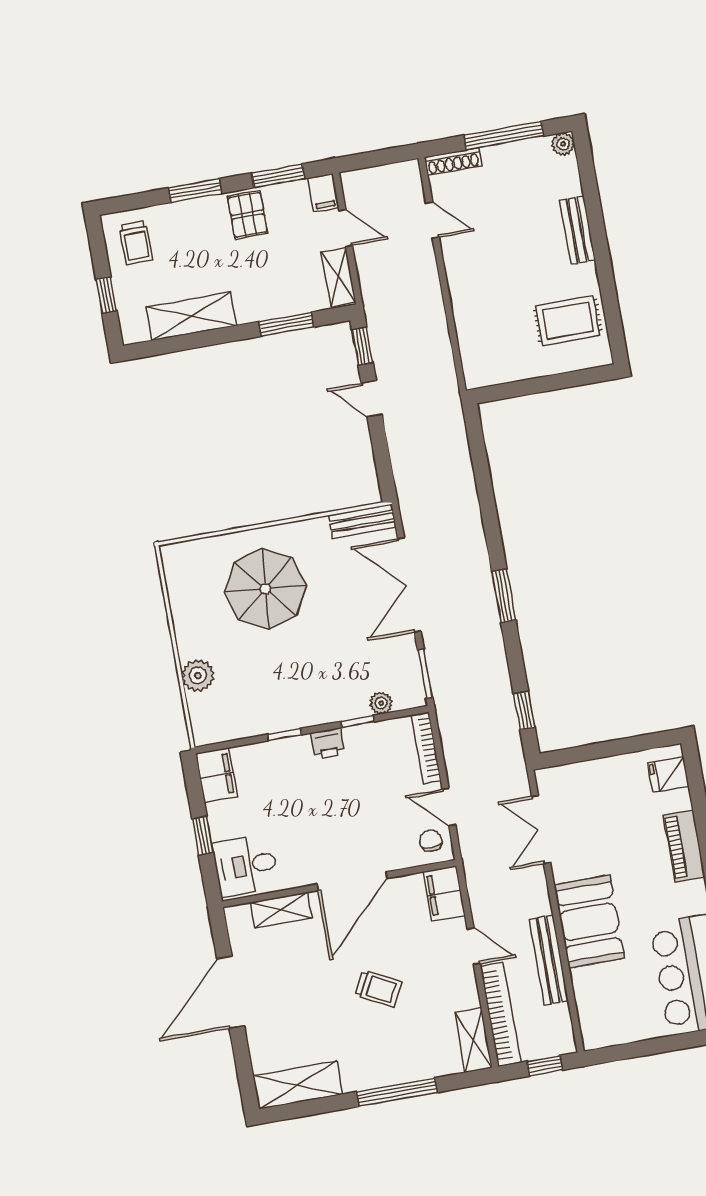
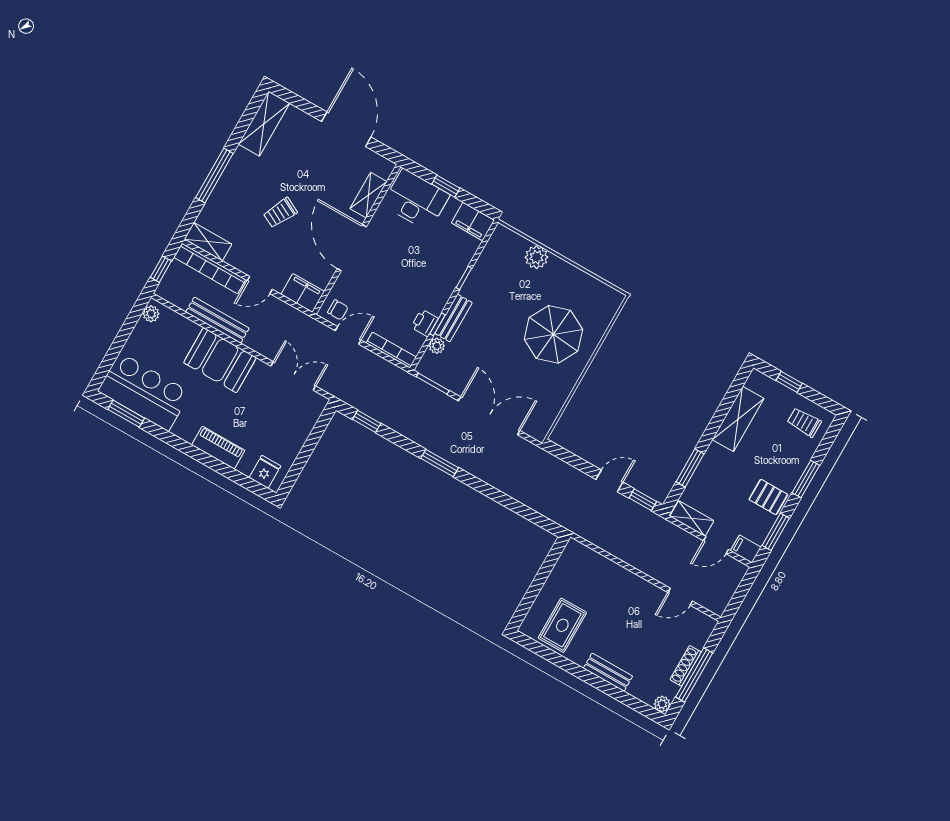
shoe rack: (453, 162) -> (686, 666), moved
bench: (362, 521) -> (454, 318), moved
printer: (328, 744) -> (425, 323), moved
desk: (246, 865) -> (416, 200), width x1.37
plant: (601, 1037) -> (151, 314), added

